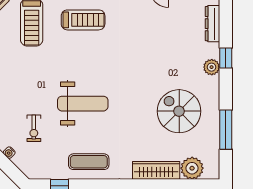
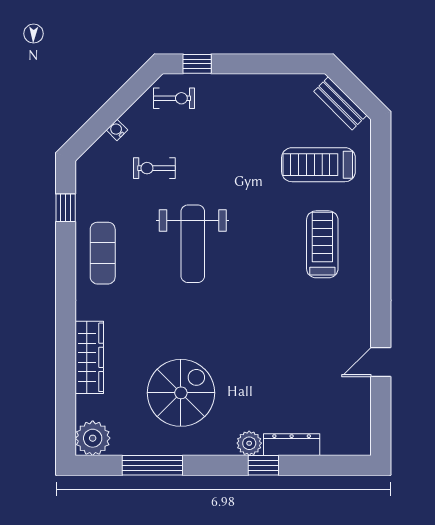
treadmill: (83, 20) -> (322, 244), turned 180
dresser: (212, 24) -> (292, 445), moved
plant: (192, 168) -> (93, 438), moved

